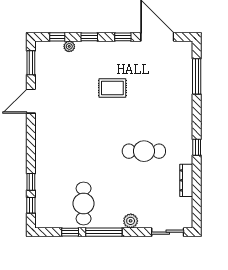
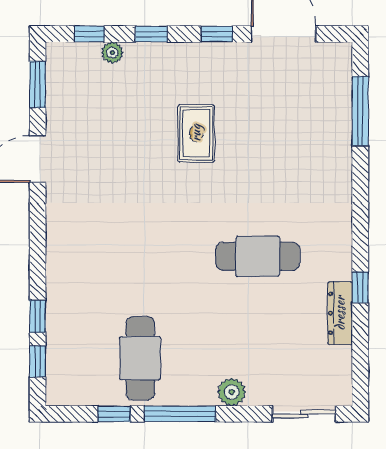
rug: (112, 88) -> (196, 133), turned 90
window: (197, 147) -> (360, 287), moved

